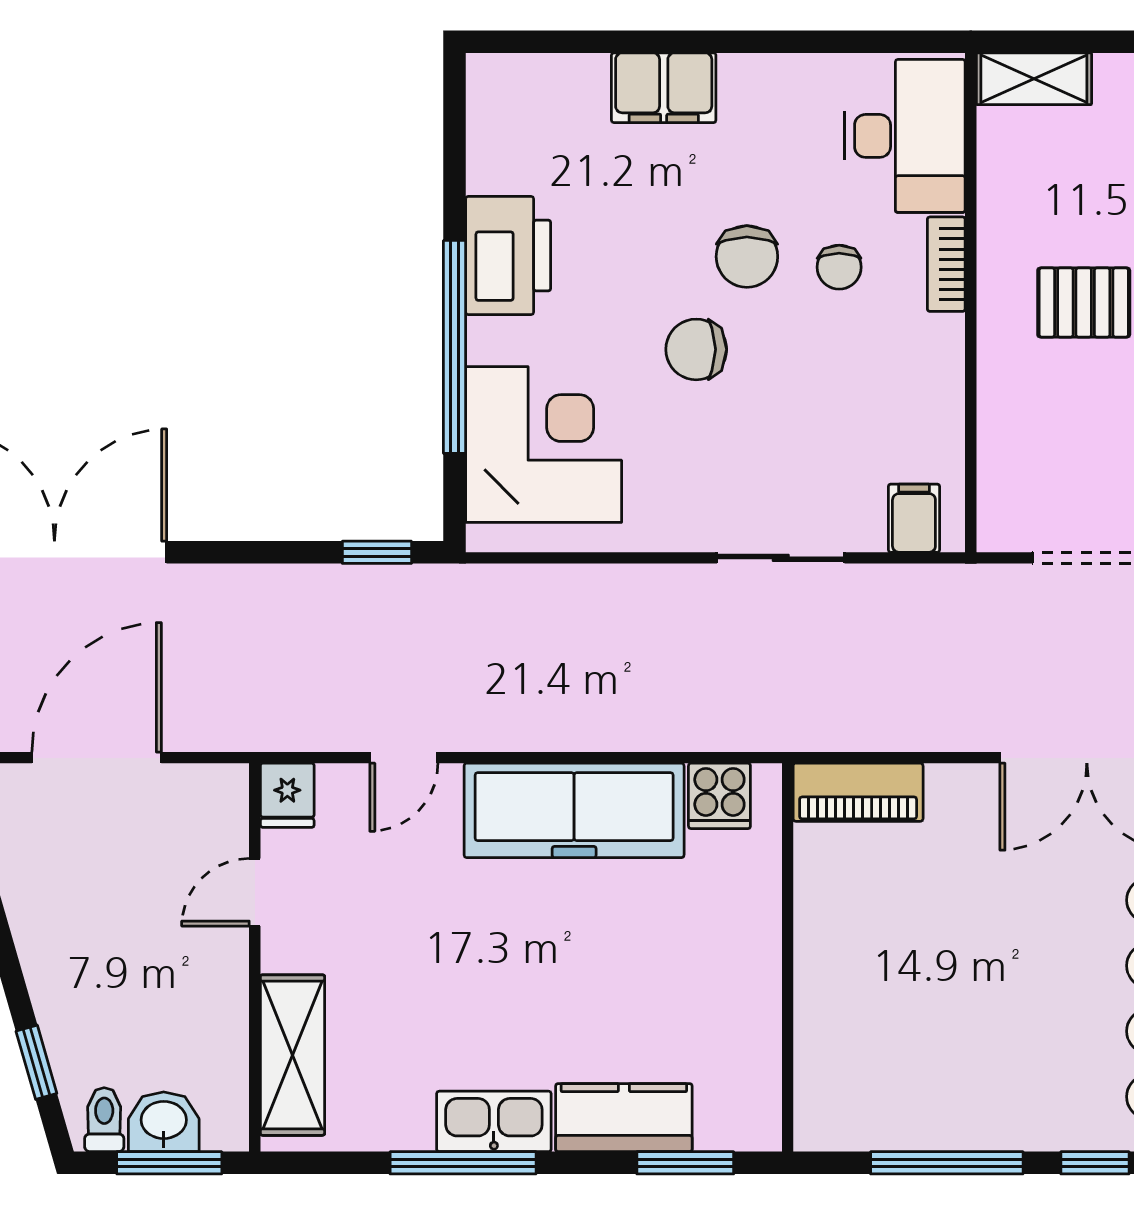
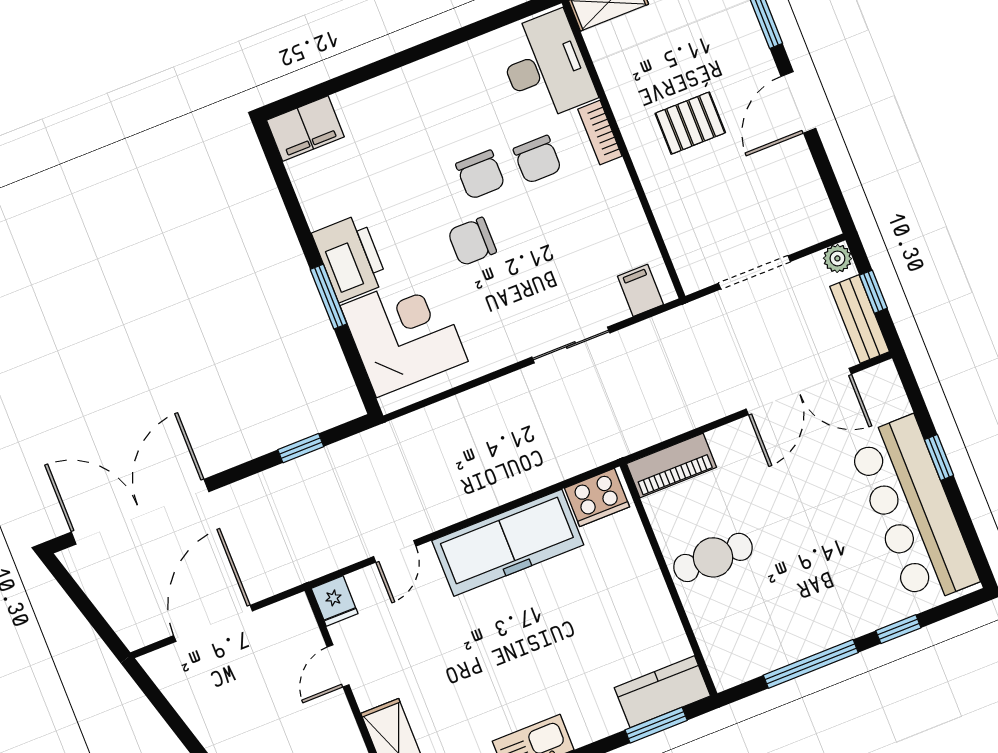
filing cabinet: (664, 88) -> (305, 128), moved
printer: (508, 255) -> (350, 258), moved
chair: (839, 267) -> (537, 159), width x1.37, depth x1.37
window: (455, 347) -> (329, 297), width x0.47
window: (377, 552) -> (301, 448), moved
cooker: (719, 796) -> (597, 497), width x1.36
cafe table: (866, 951) -> (713, 557), added
kitchen counter: (624, 1118) -> (662, 692), moved

